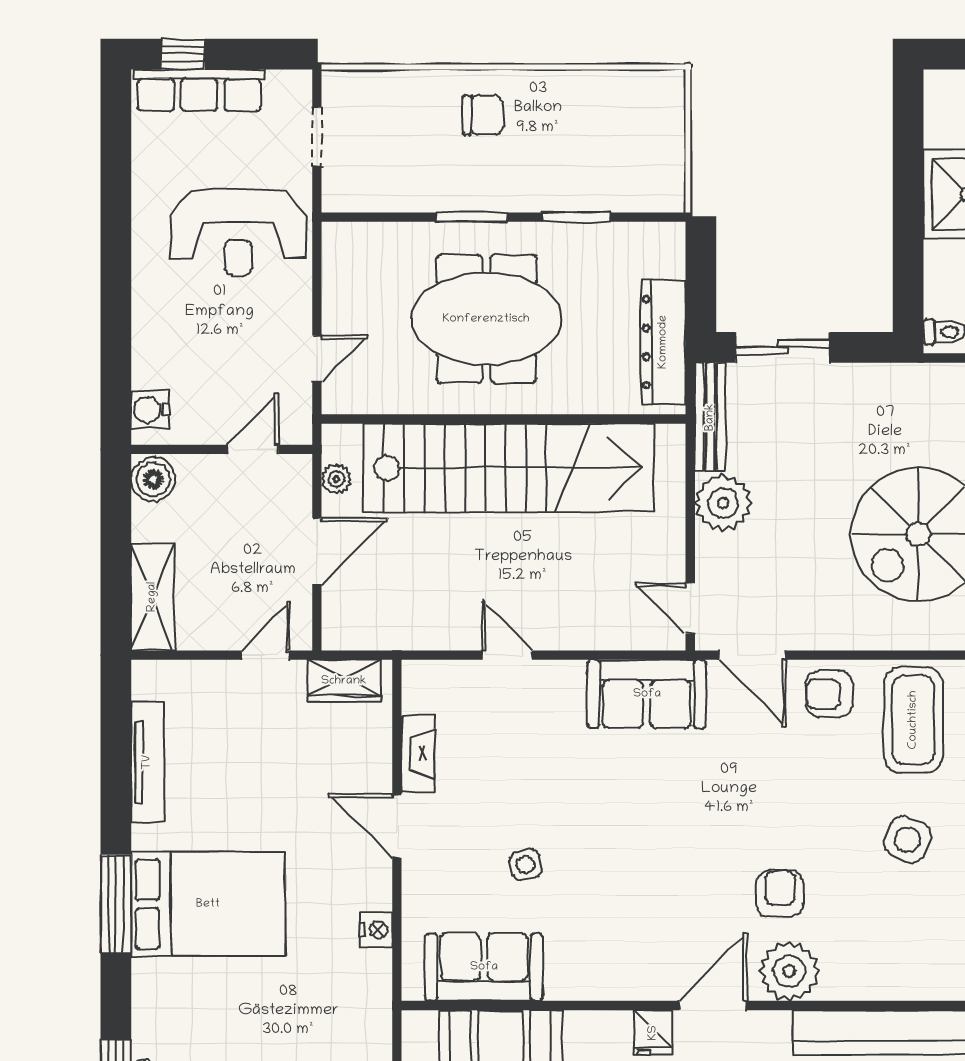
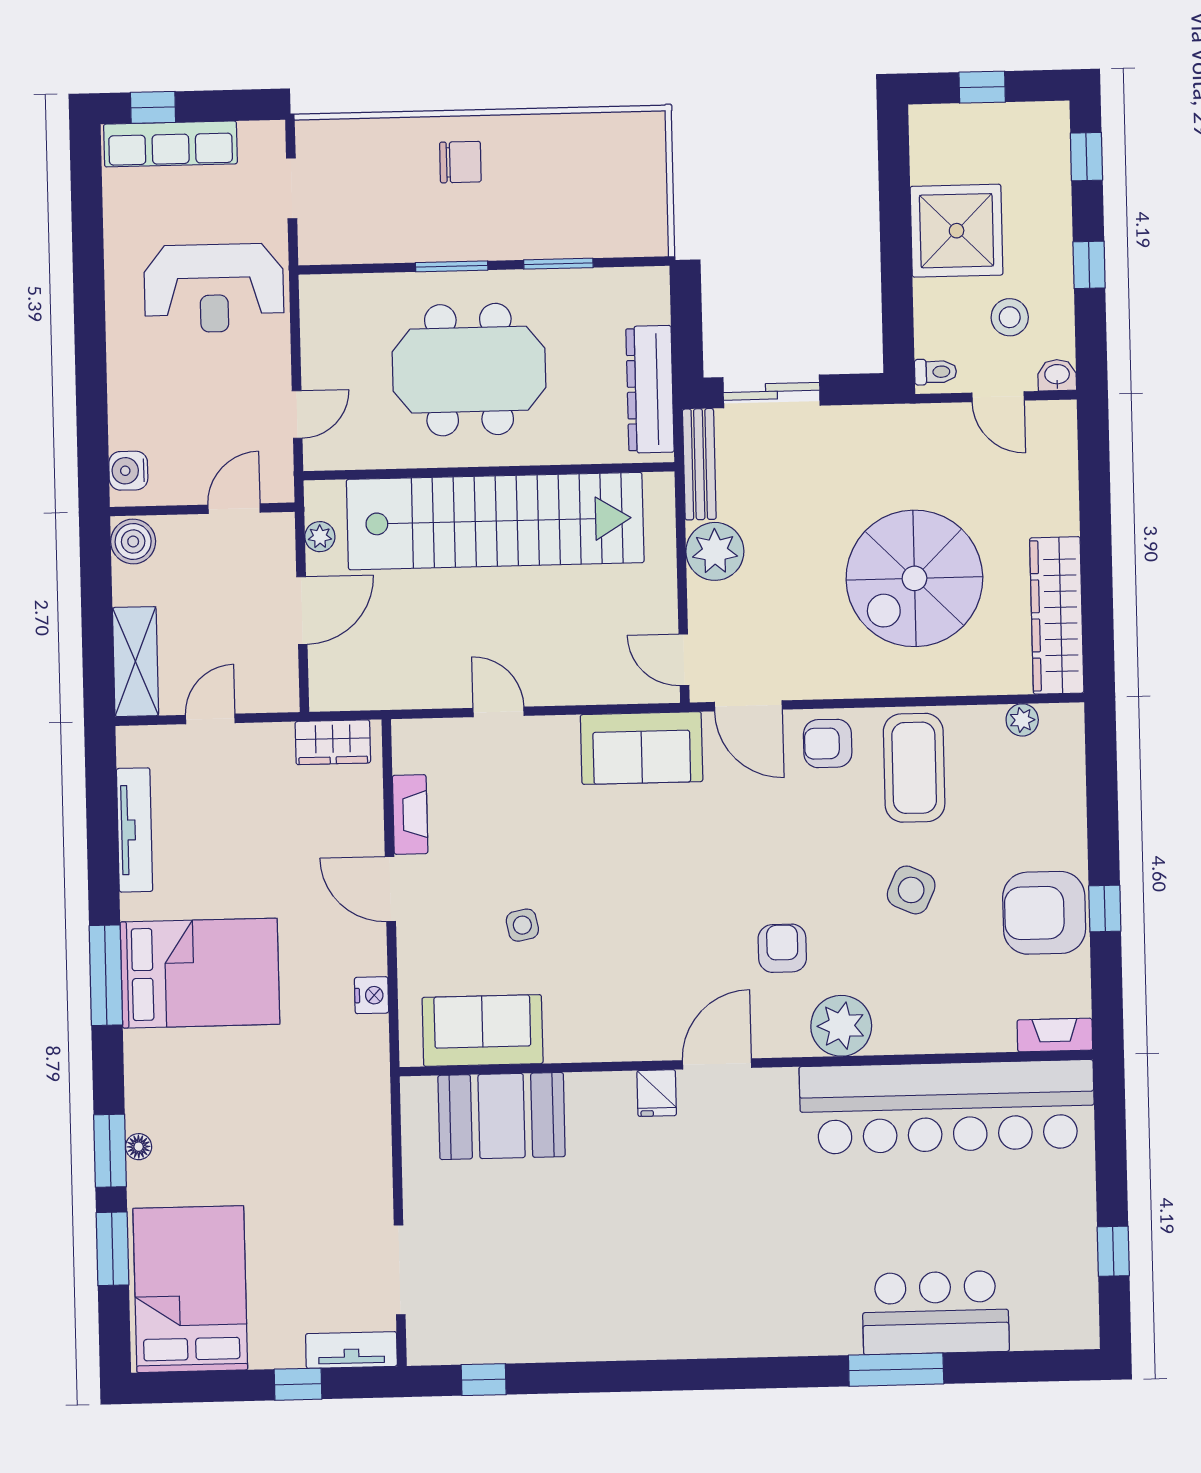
door: (266, 655) -> (210, 719), moved
plant: (789, 971) -> (841, 1026), moved

